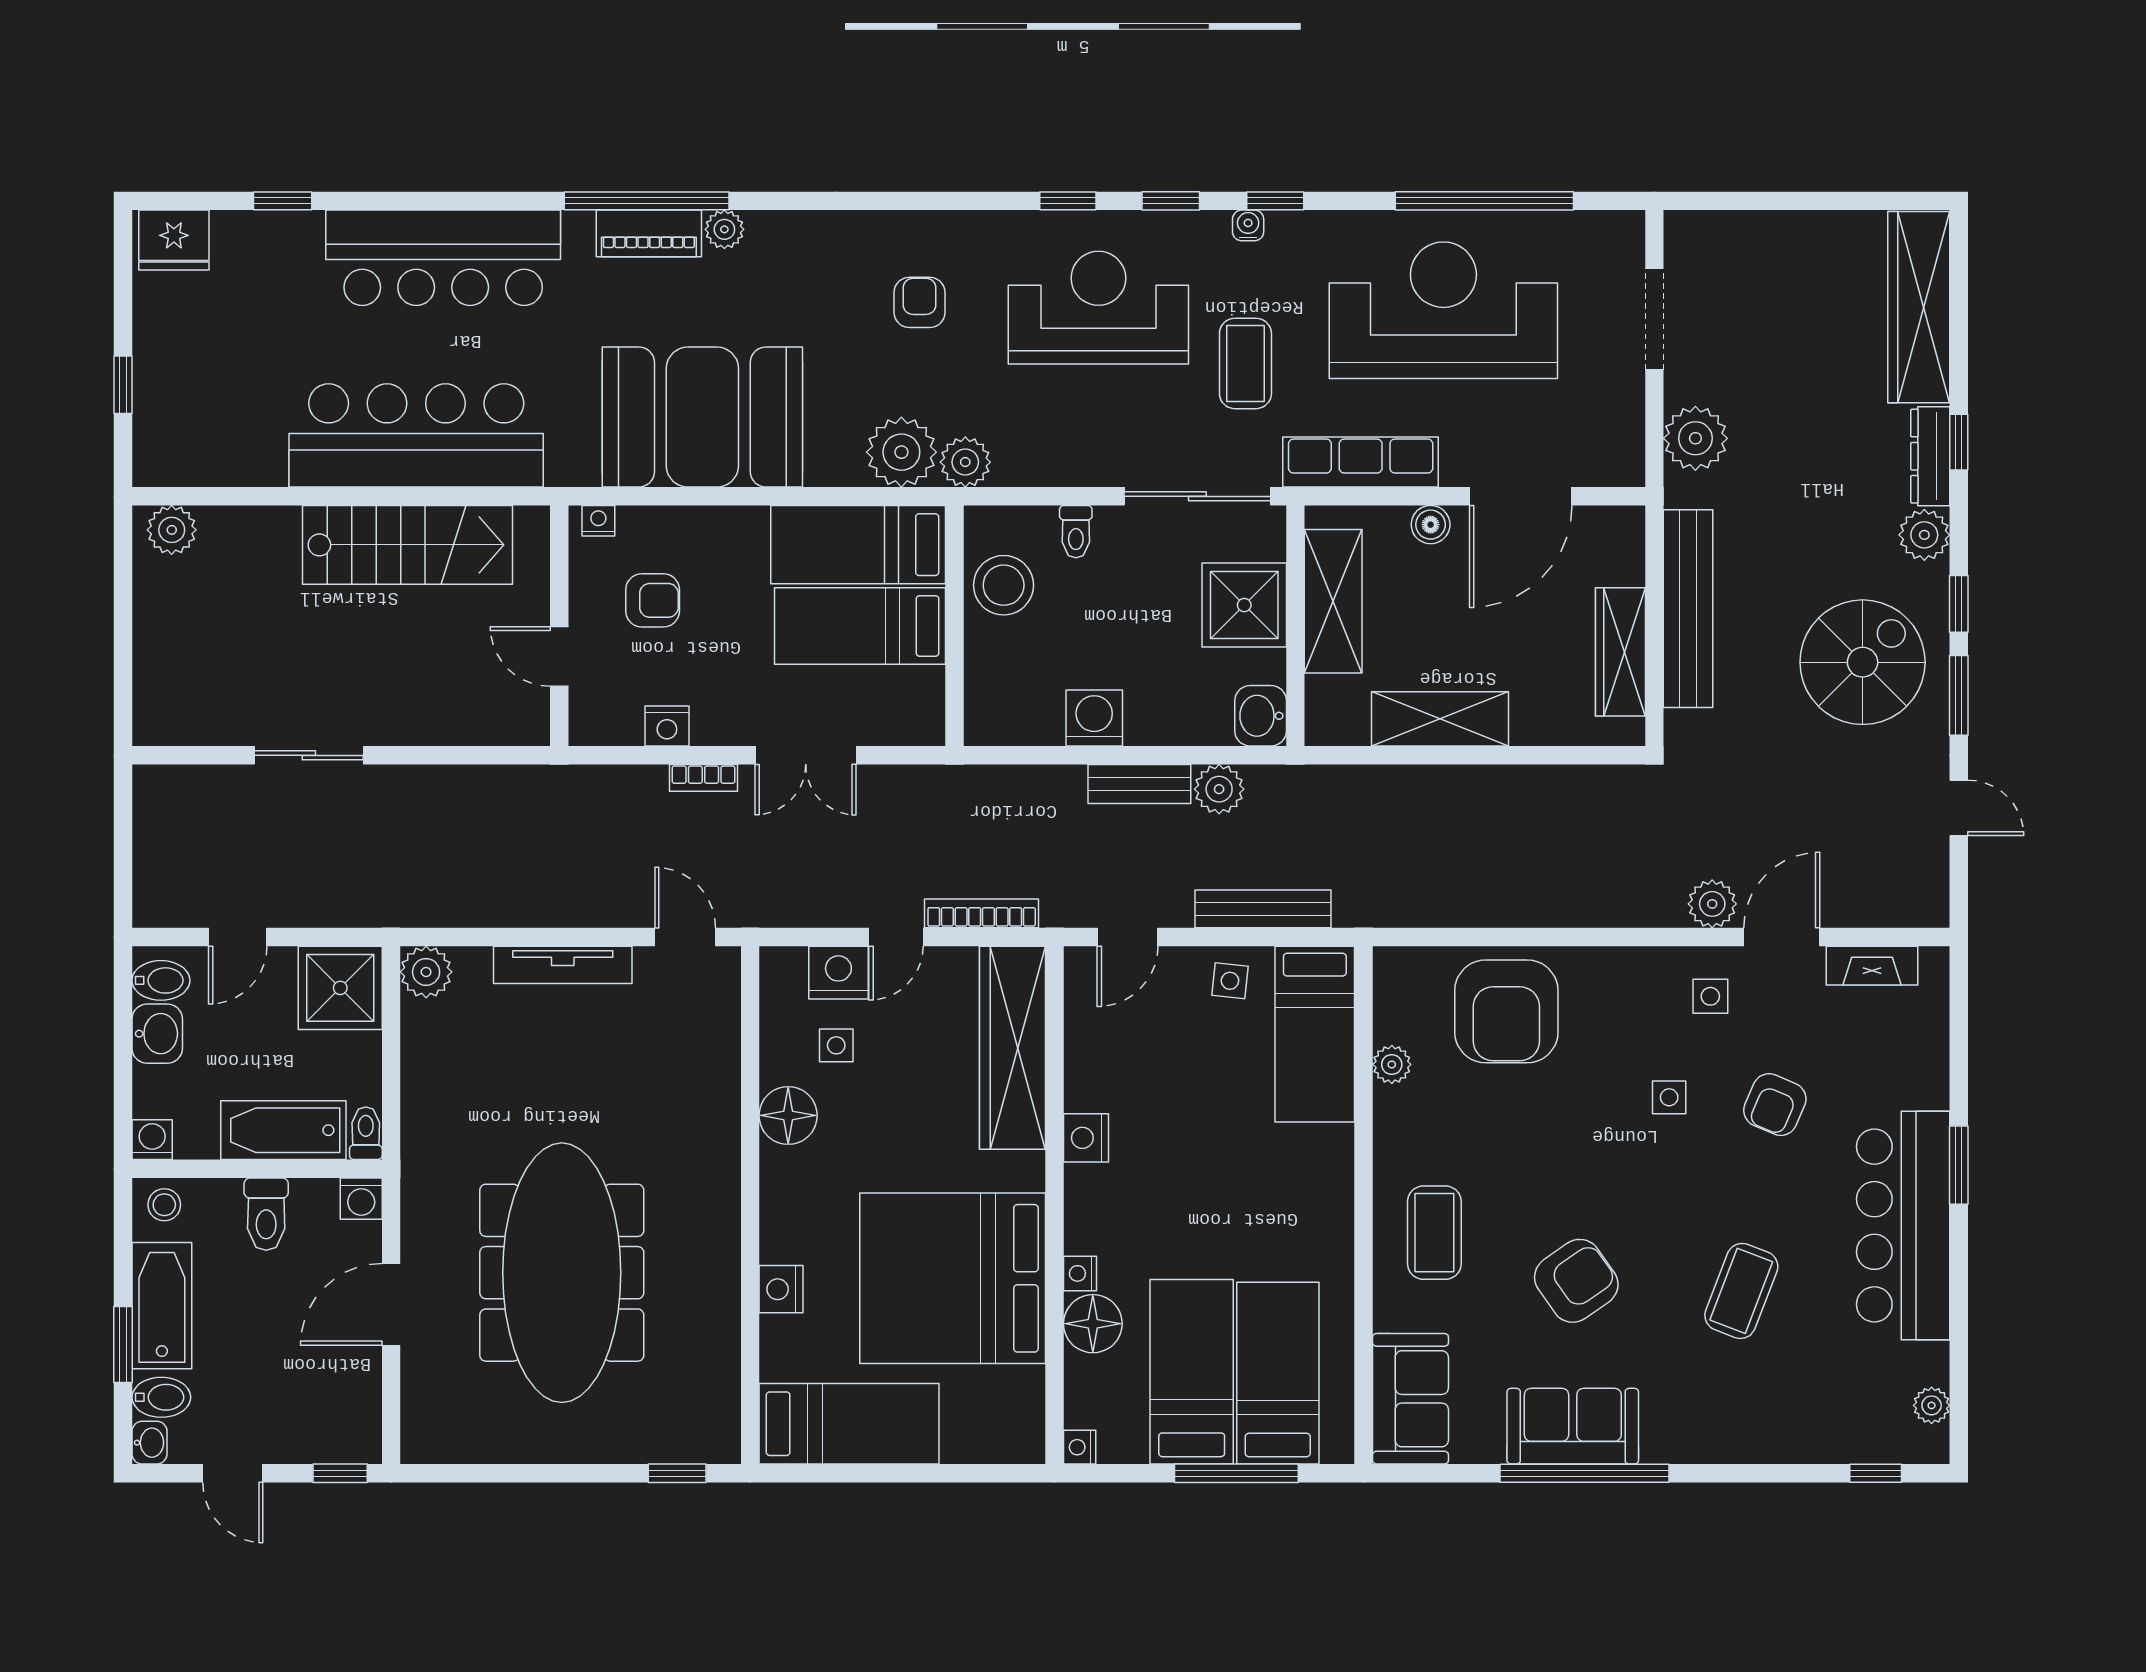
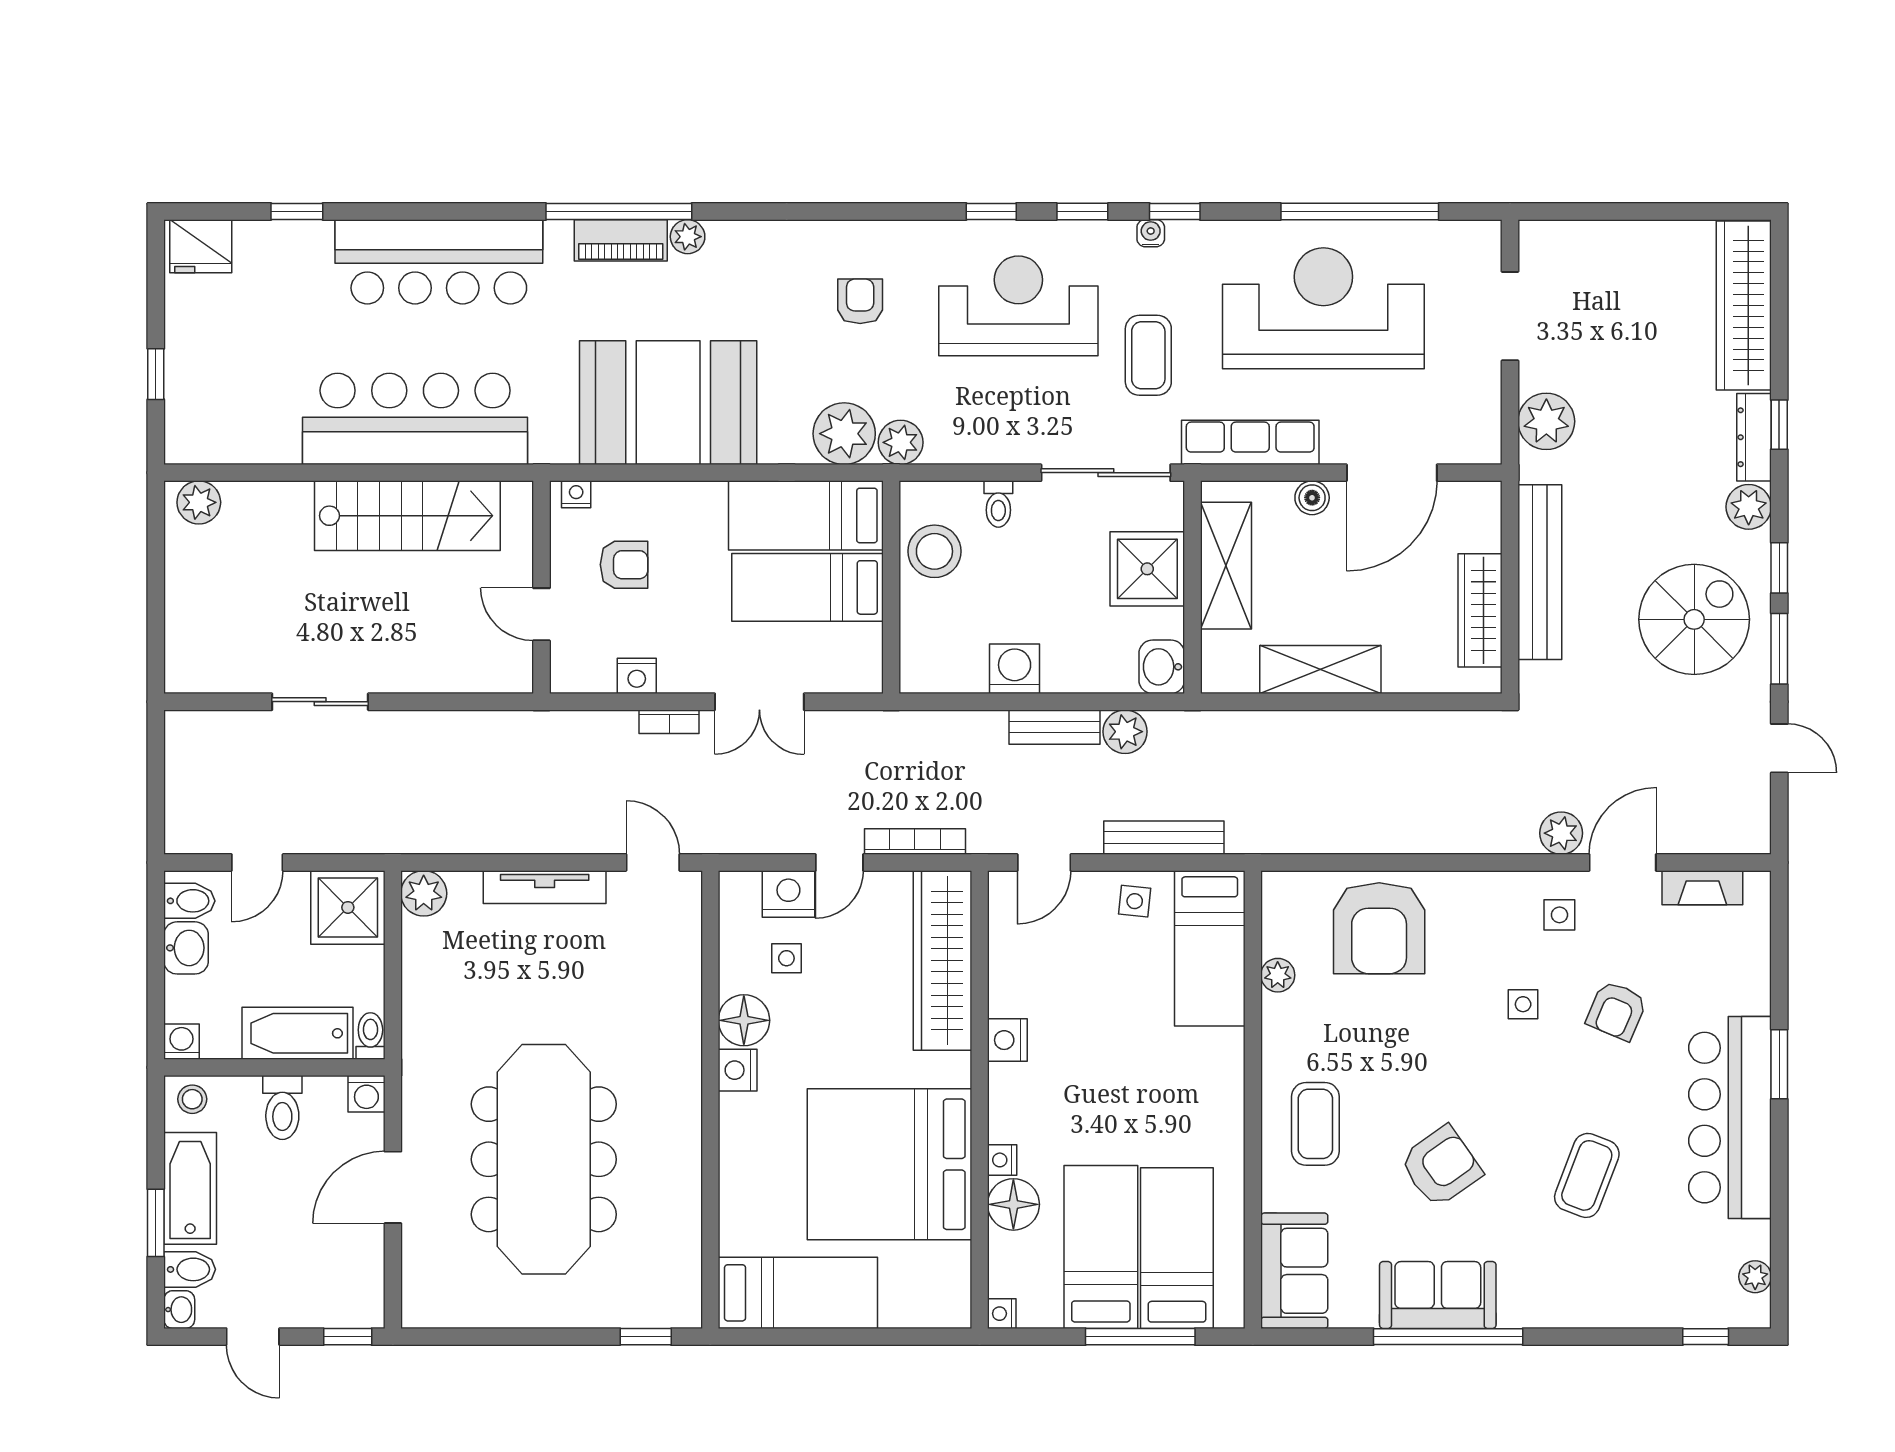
nightstand: (781, 1289) -> (738, 1070), moved

